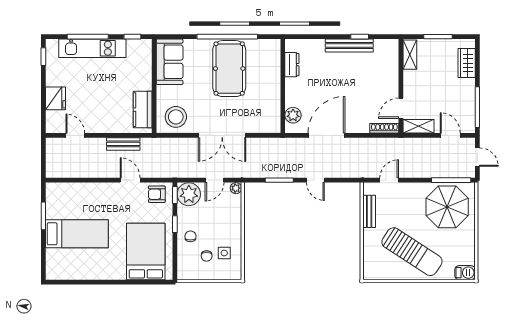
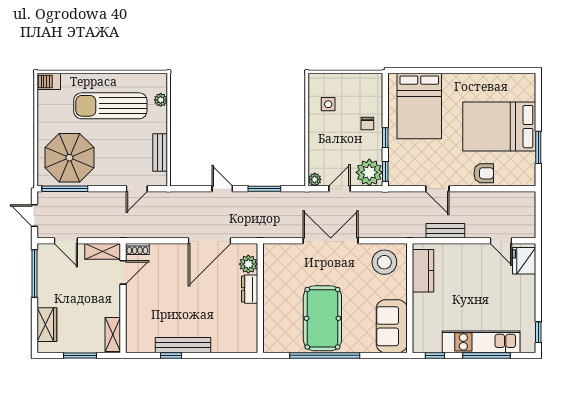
dresser: (292, 65) -> (250, 289), moved
fridge: (55, 98) -> (524, 261), moved
shoe rack: (384, 128) -> (137, 249), width x0.70
armchair: (157, 194) -> (484, 173), moved
bed: (77, 234) -> (499, 127), width x1.50
sun lounger: (412, 252) -> (110, 106), turned -33
chair: (207, 256) -> (349, 101), removed
plant: (369, 257) -> (161, 100), added

